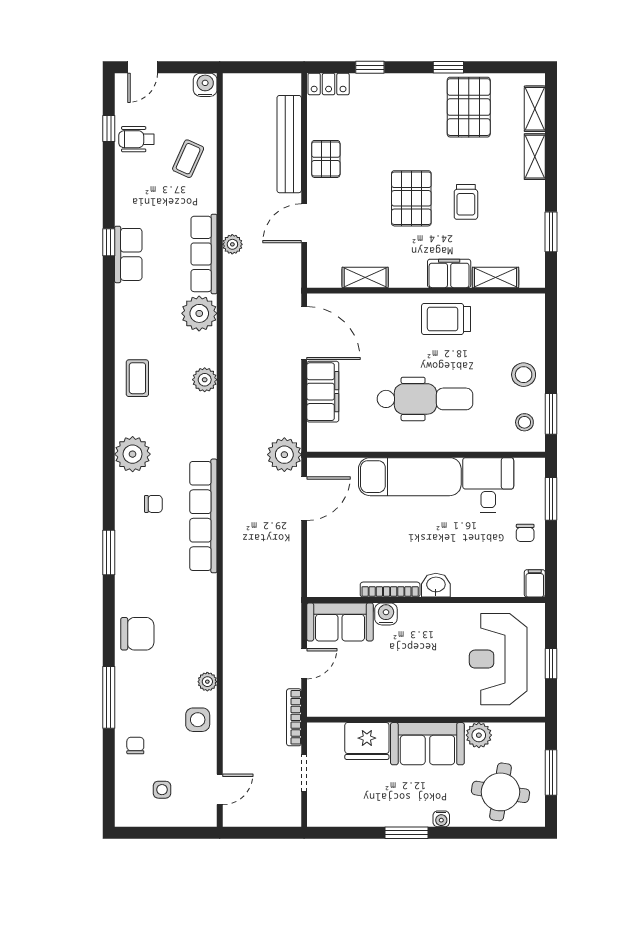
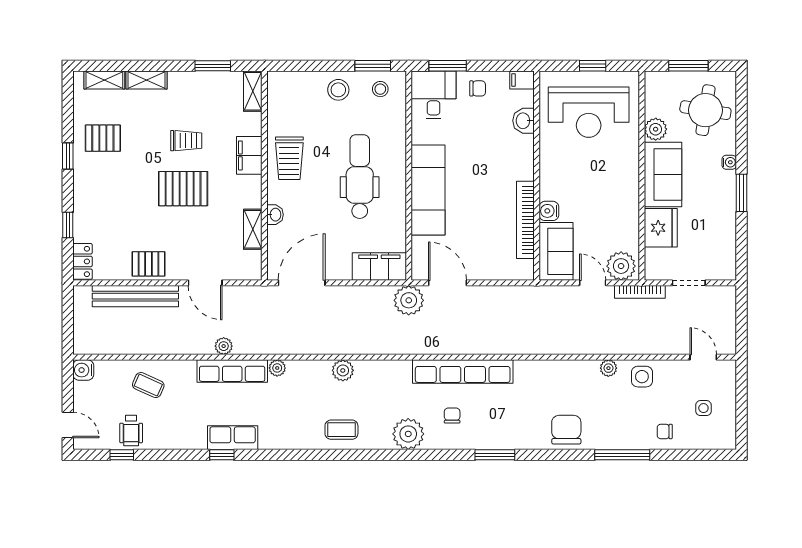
pallet: (469, 107) -> (103, 138), width x0.67, depth x0.71
shelving: (496, 277) -> (253, 91), moved
washbasin: (382, 303) -> (275, 215), added
plant: (199, 313) -> (277, 368), width x0.53, depth x0.53
filing cabinet: (323, 392) -> (379, 267), moved
desk: (488, 485) -> (434, 95), moved, turned 90
washbasin: (436, 585) -> (524, 121), moved
bookcase: (390, 590) -> (525, 220), width x1.48, depth x1.31
plant: (323, 696) -> (621, 266), added

